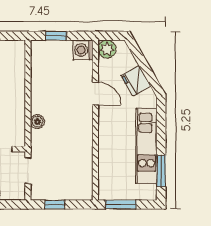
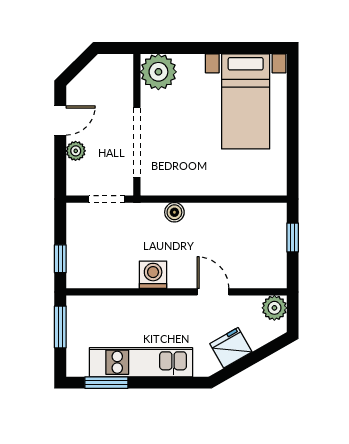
washing machine: (83, 50) -> (153, 275), moved
door: (95, 94) -> (213, 292), swing flipped
window: (55, 204) -> (60, 259), moved

